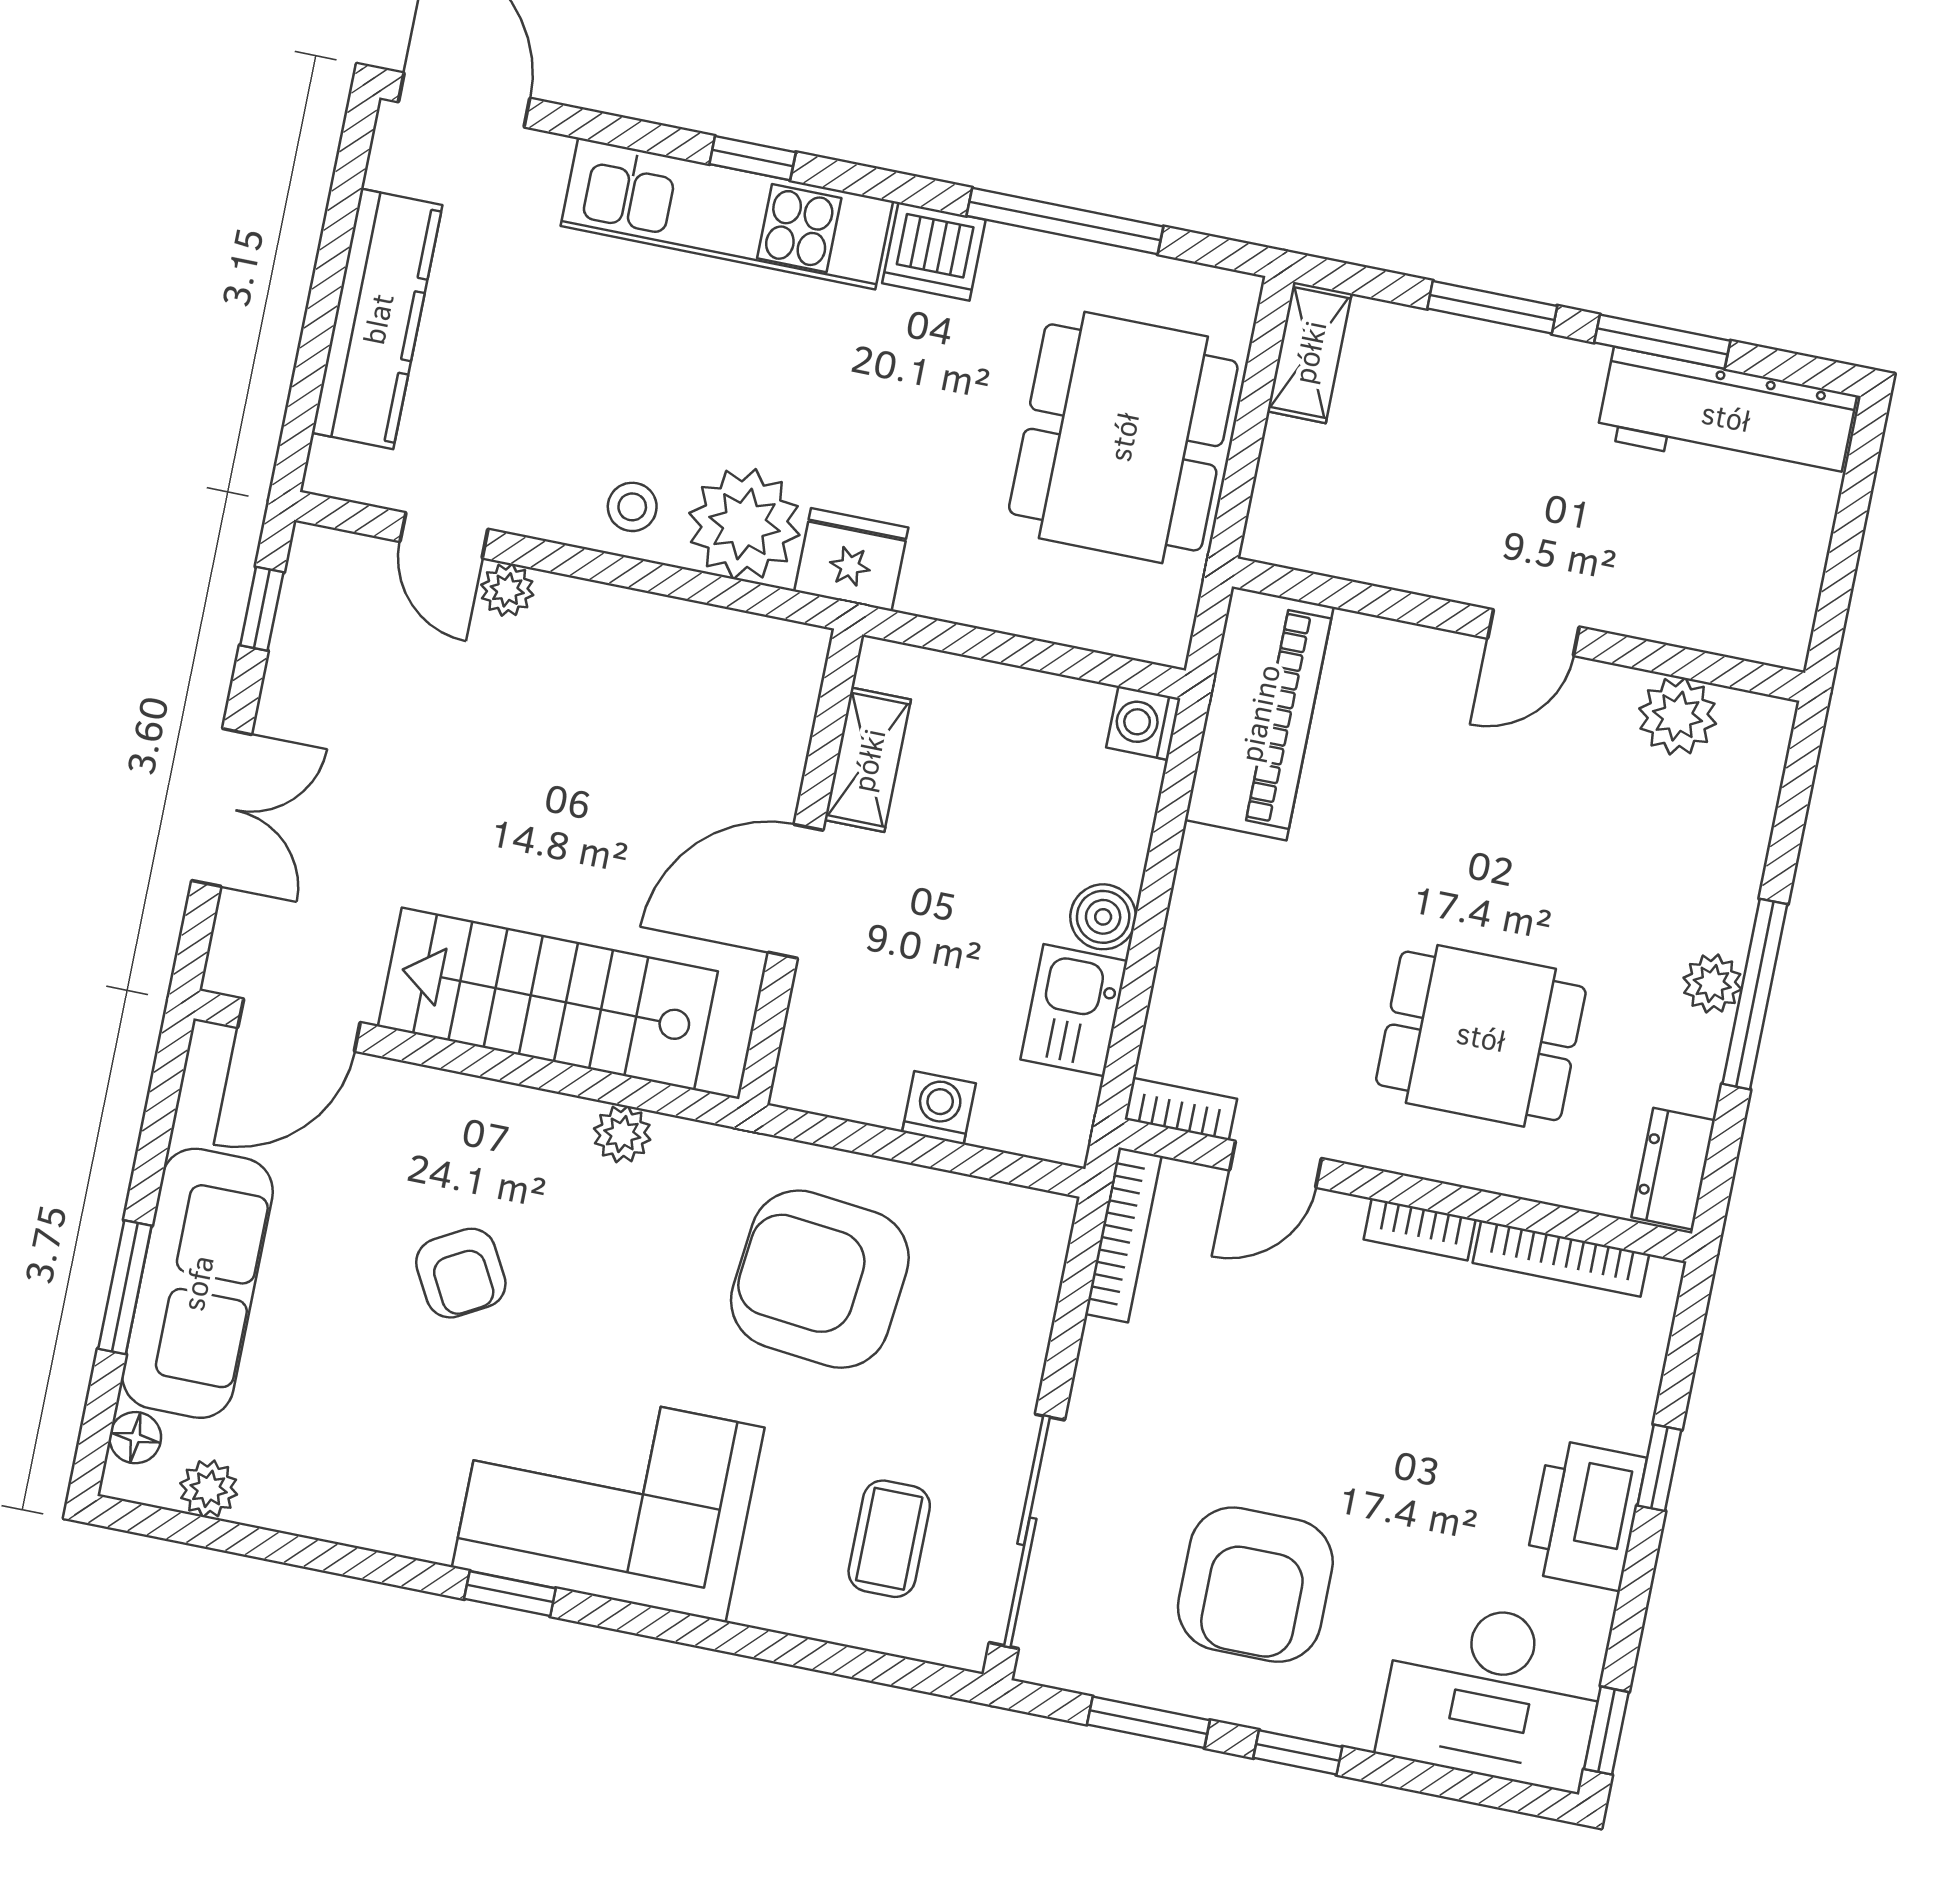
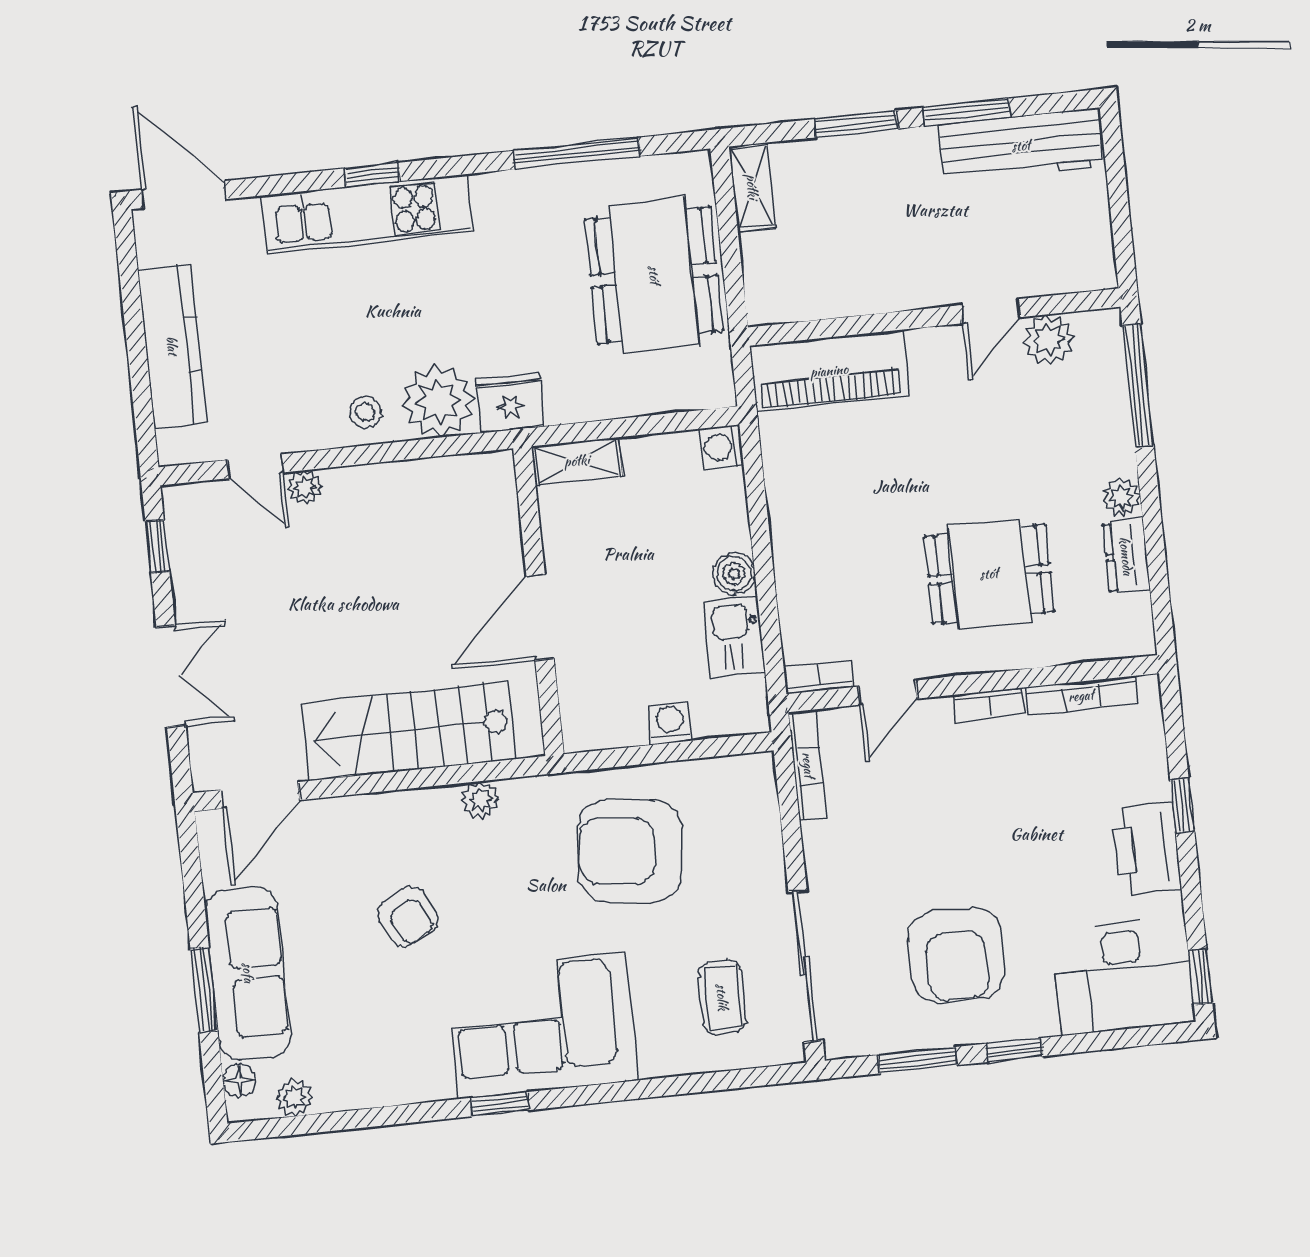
dishwasher: (934, 251) -> (502, 197), removed
door: (1533, 633) -> (991, 311), moved
piano: (1259, 713) -> (829, 371), moved, turned 90
shelving: (868, 760) -> (577, 461), moved, turned 90
window: (1755, 994) -> (1138, 385), moved
dresser: (1673, 1169) -> (1126, 556), moved

